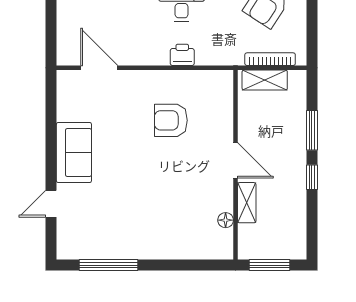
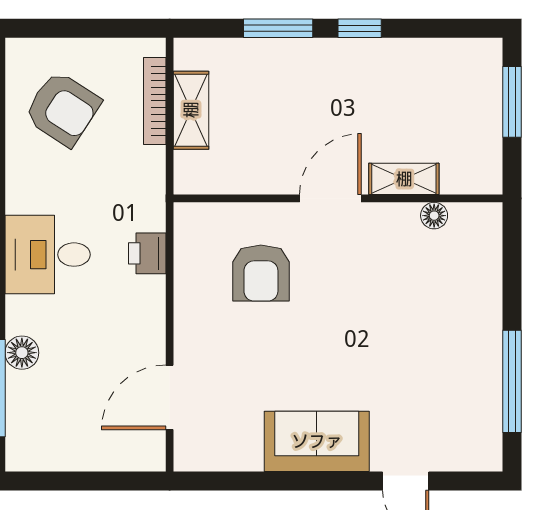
door: (235, 160) -> (330, 198), moved
wall: (235, 165) -> (338, 198), moved
shelving: (247, 203) -> (404, 179), moved
floor lamp: (226, 220) -> (434, 216), moved

